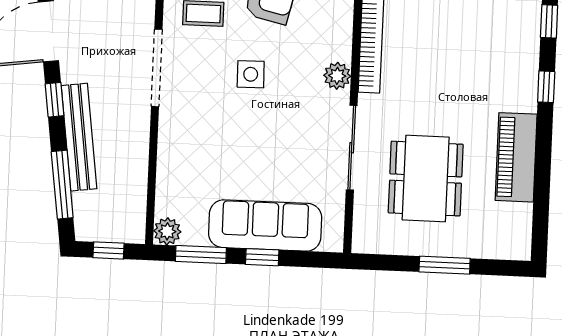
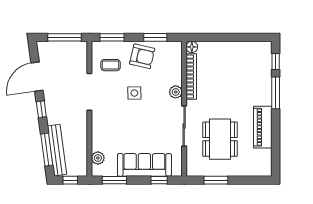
window: (546, 87) -> (276, 93), width x2.17
bench: (79, 137) -> (57, 150), moved
plant: (167, 231) -> (98, 158), moved
window: (262, 257) -> (159, 180), moved
window: (445, 265) -> (216, 180), moved

